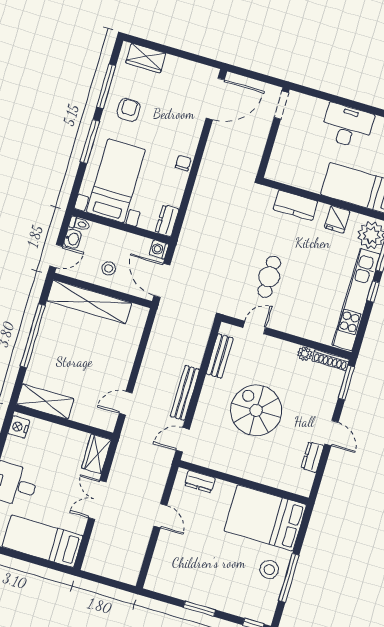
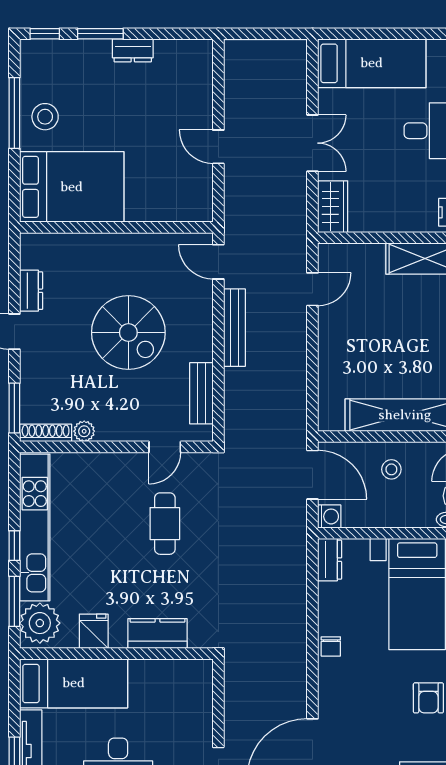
door: (183, 440) -> (218, 262), swing flipped
dresser: (200, 482) -> (133, 50), moved, turned 180
window: (199, 609) -> (100, 34), moved

